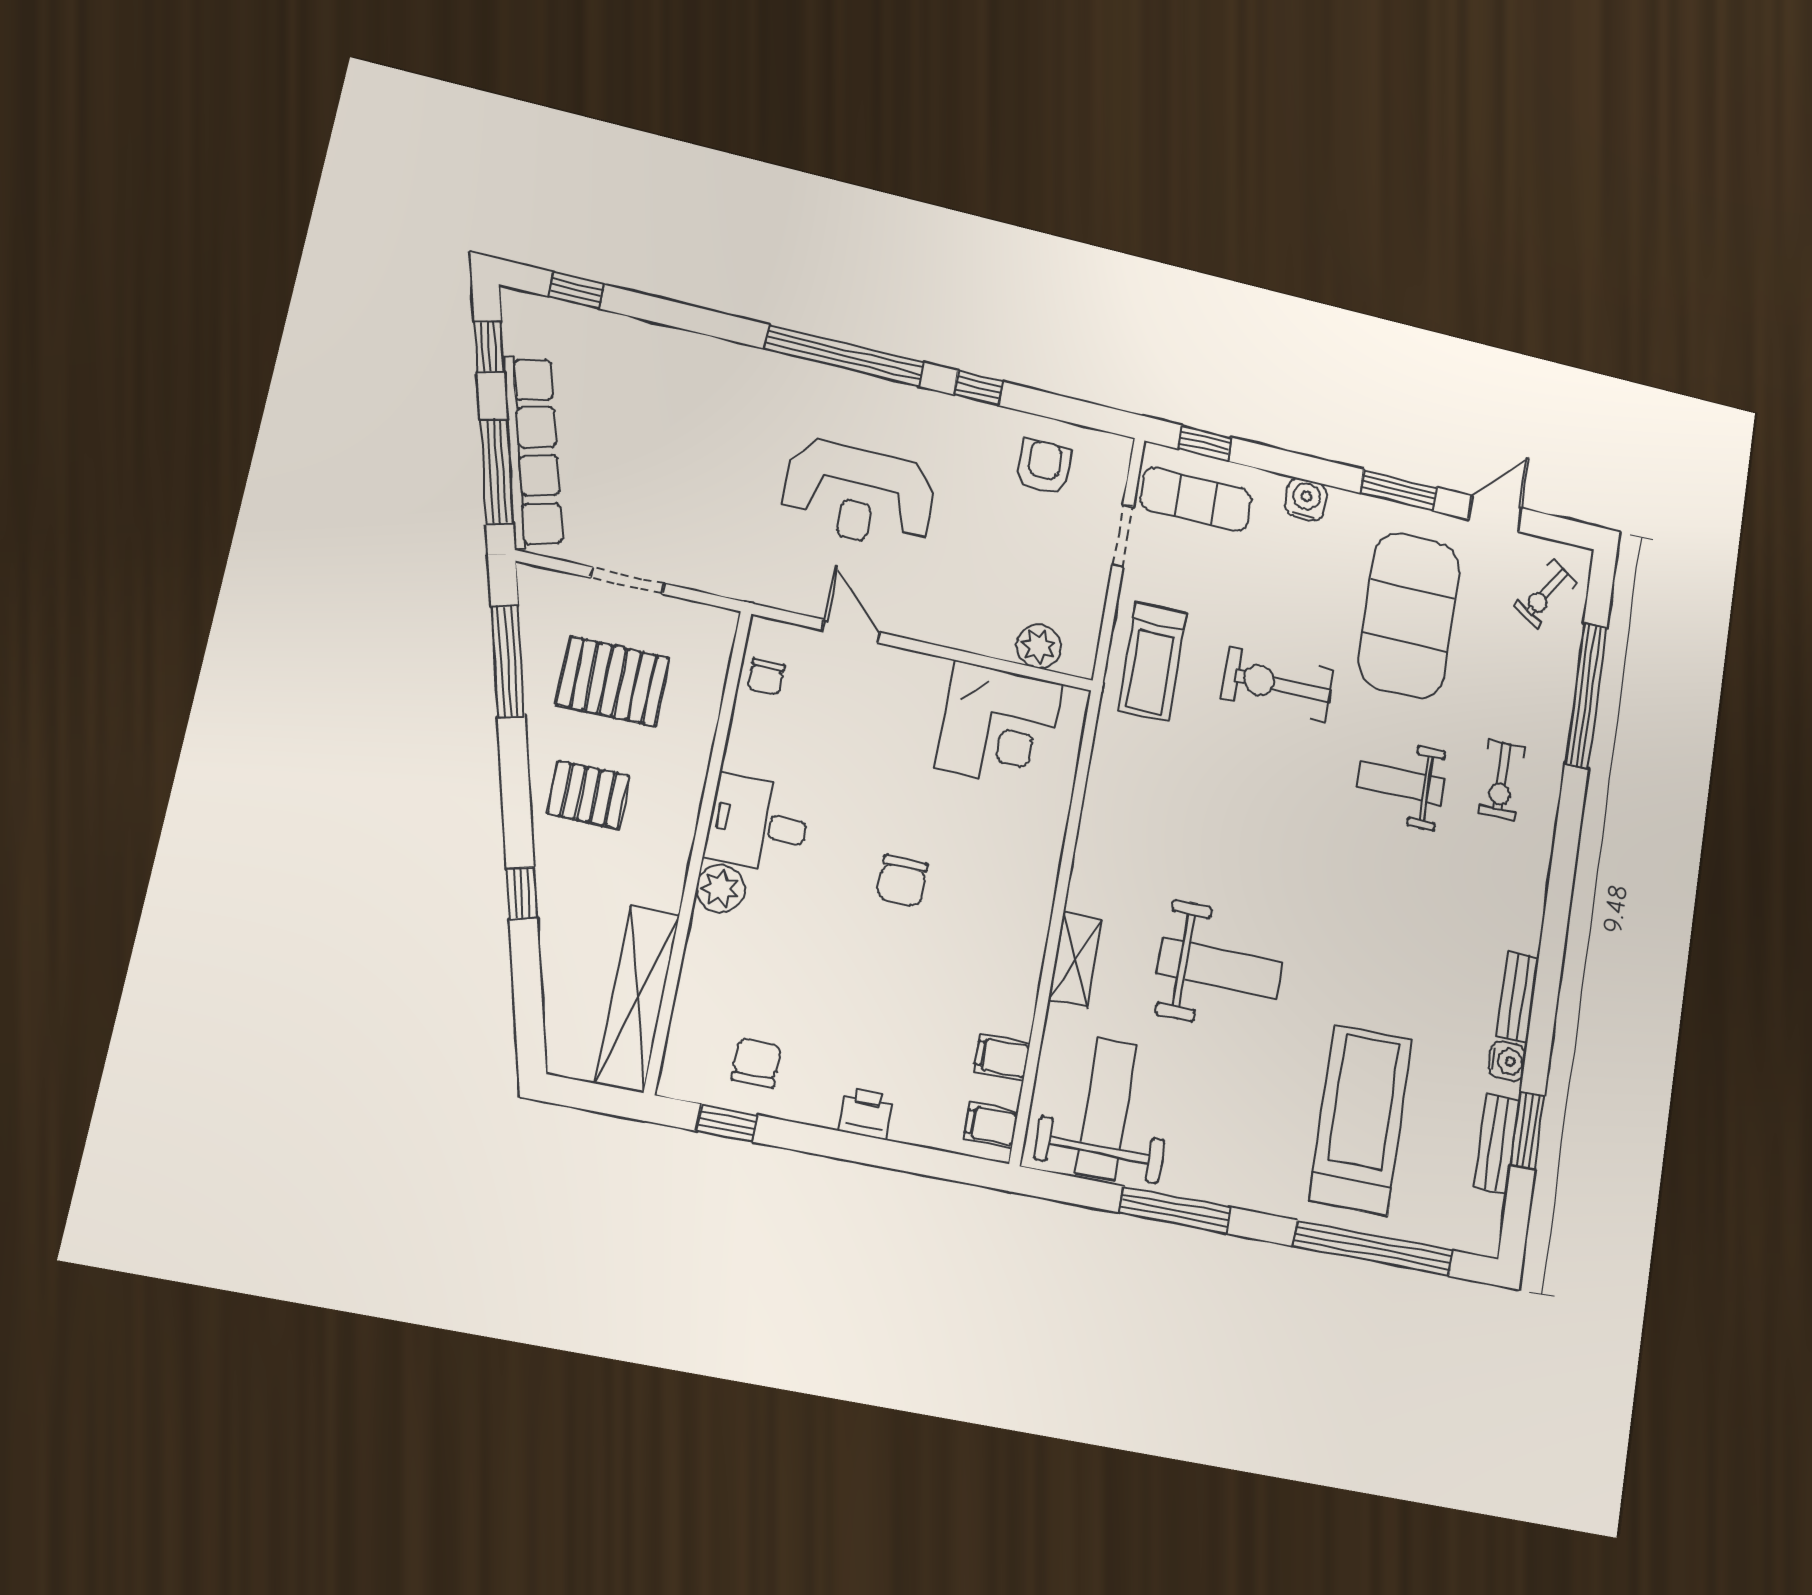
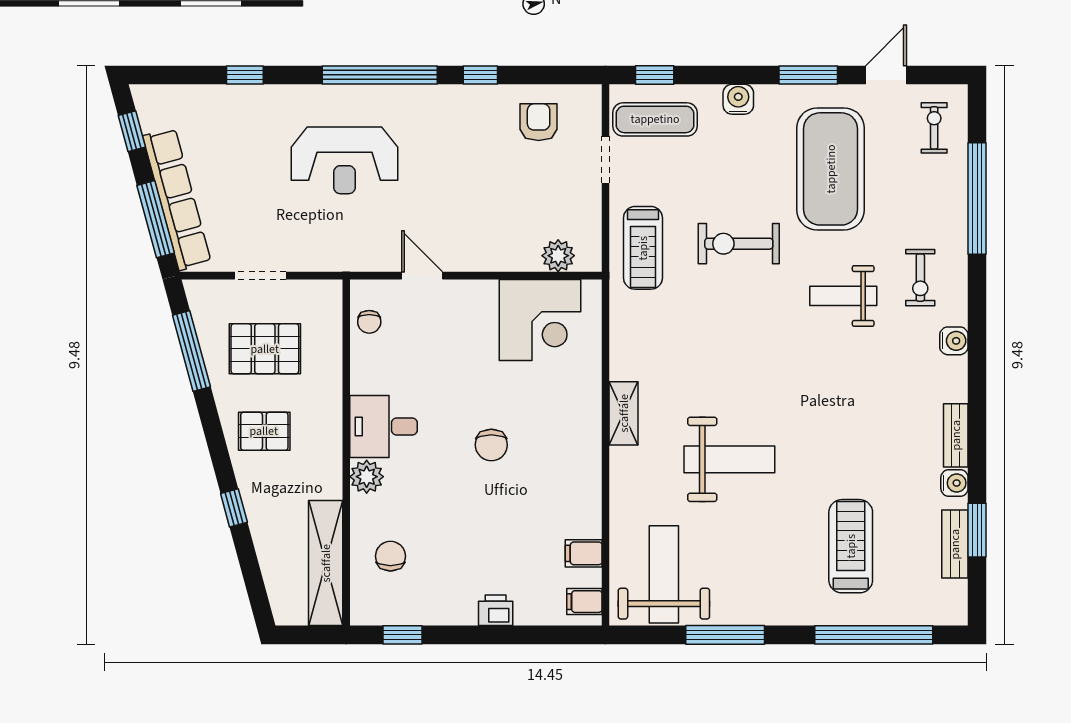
window: (576, 290) -> (245, 75), moved
reception desk: (859, 495) -> (344, 160), moved
exercise bike: (1545, 594) -> (934, 128), turned 148
water cooler: (1532, 872) -> (954, 341), added
shelving: (1075, 959) -> (624, 413), moved
chair: (756, 1063) -> (390, 556), moved
treadmill: (1361, 1120) -> (851, 546), width x0.73, depth x0.73

